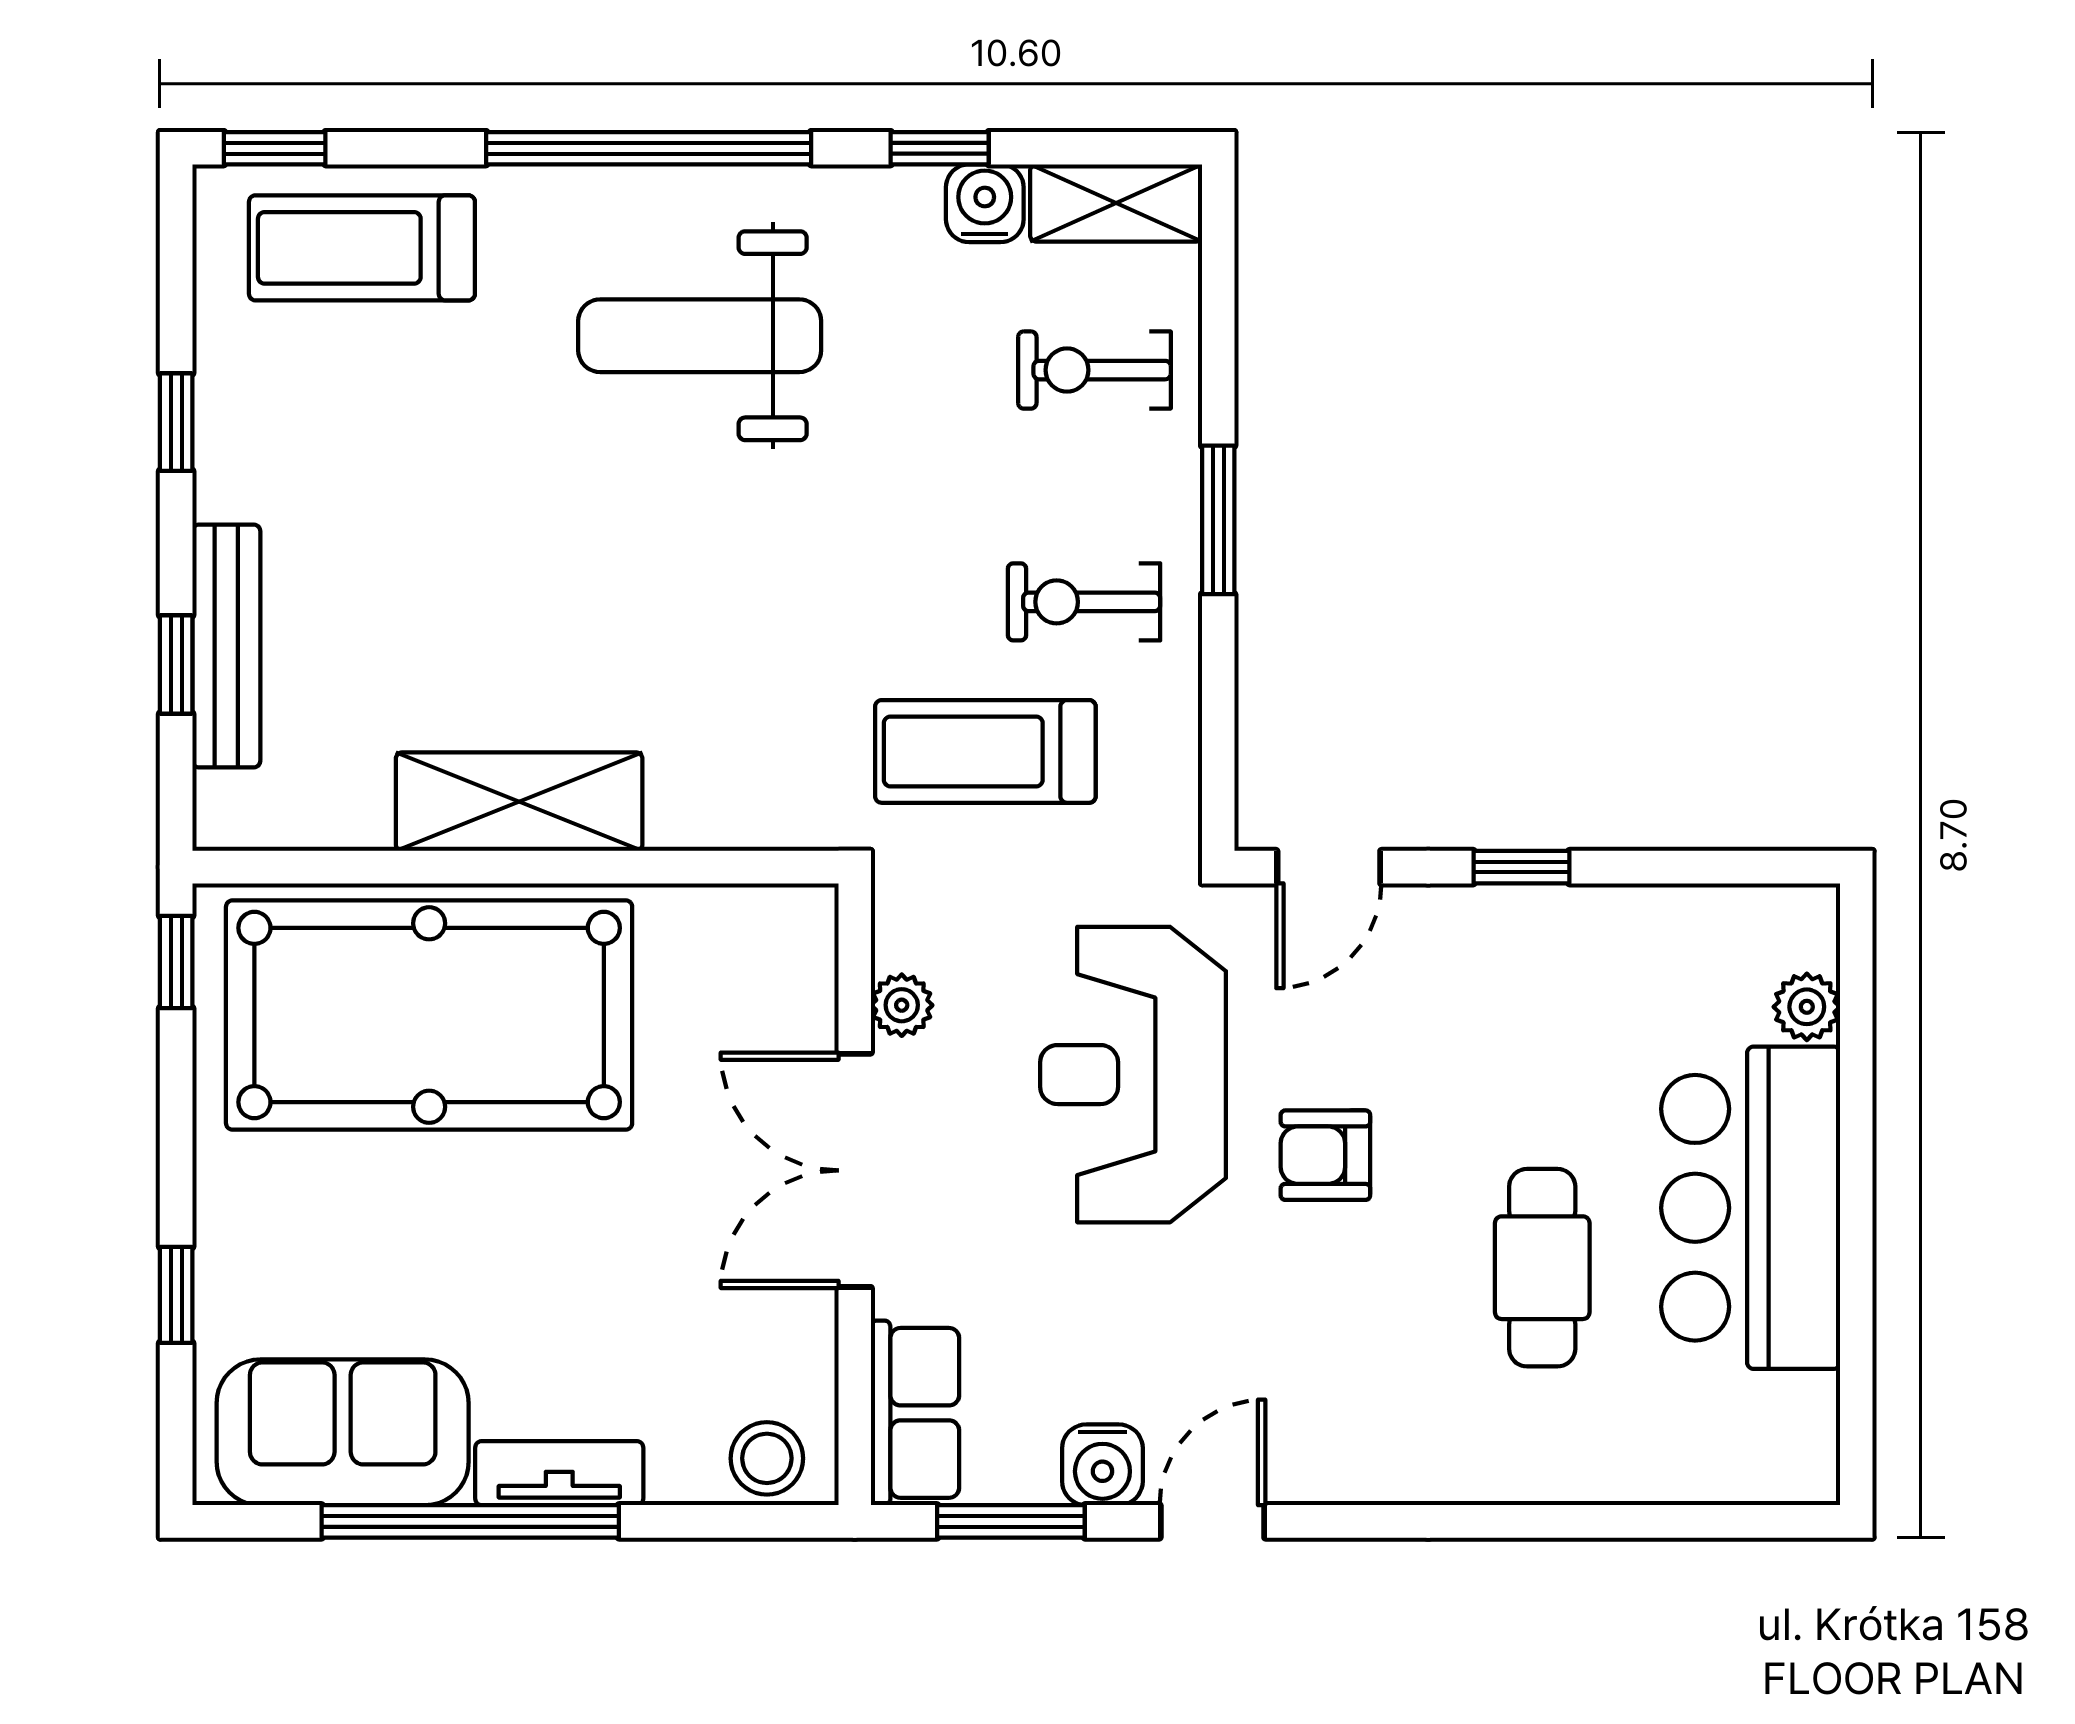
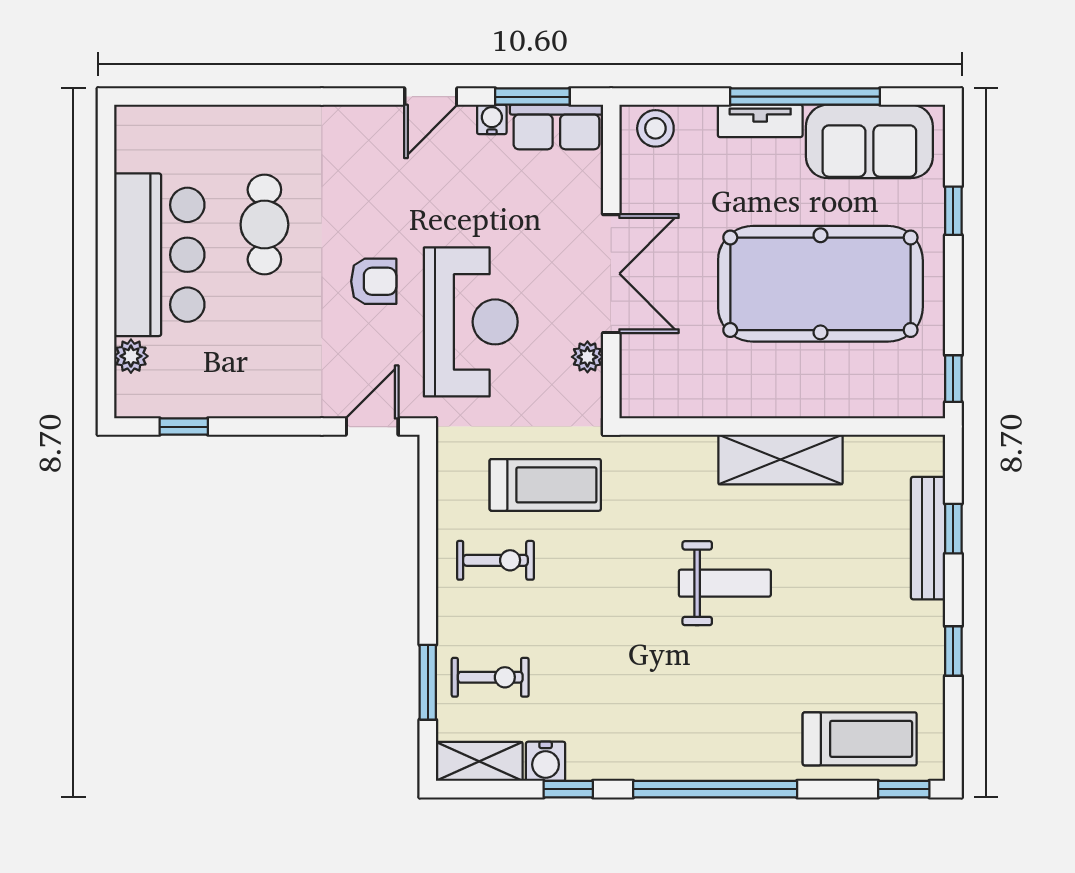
weight bench: (700, 336) -> (725, 583), moved, width x0.73, depth x0.75
window: (1218, 520) -> (428, 682), moved
window: (1521, 867) -> (184, 427), moved
pool table: (429, 1015) -> (820, 284), moved
row of seats: (915, 1413) -> (556, 127), moved, turned -90
water cooler: (1102, 1465) -> (492, 119), width x0.72, depth x0.72

